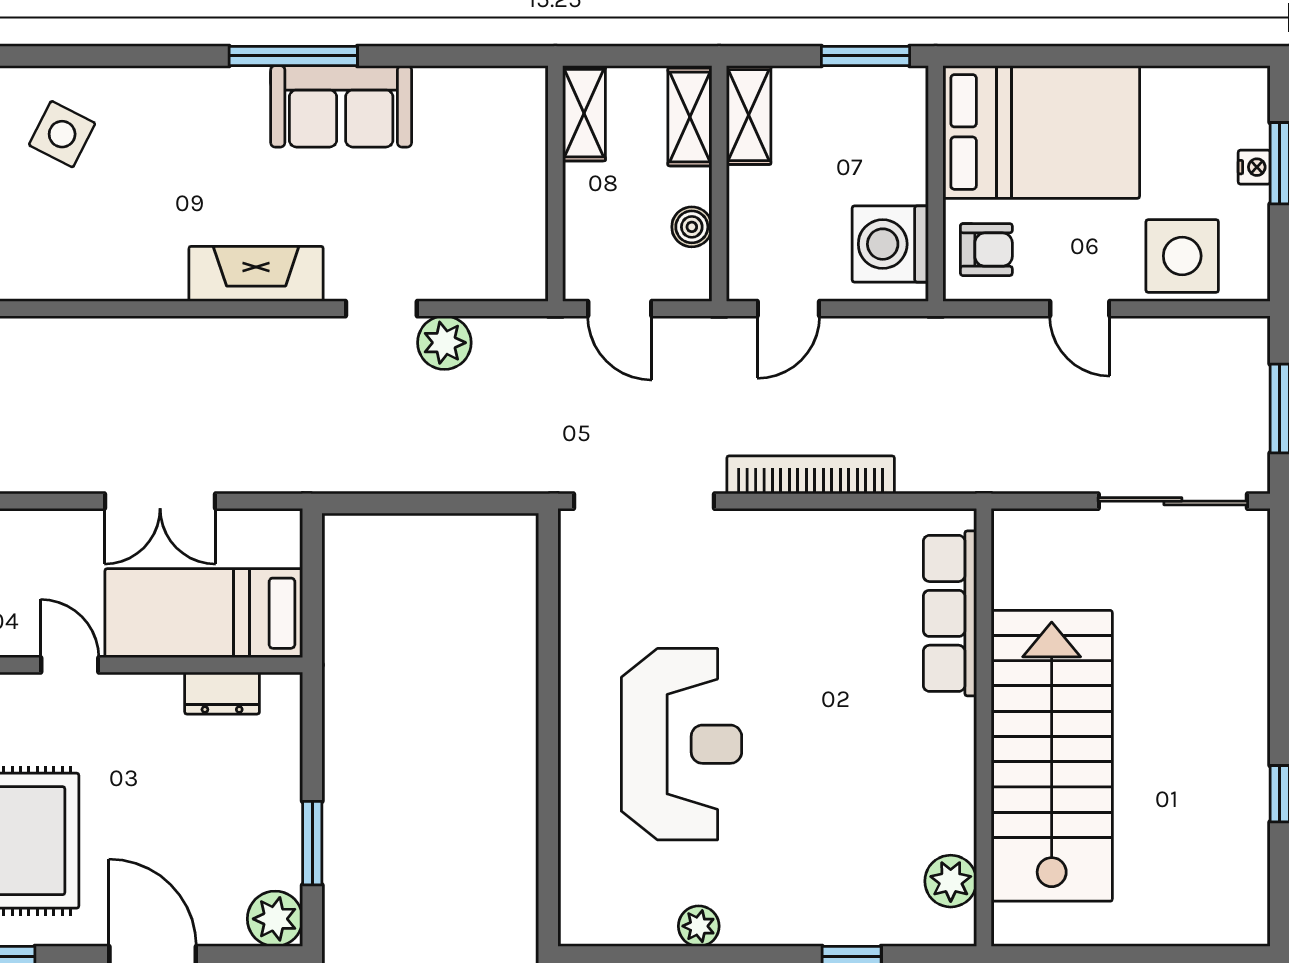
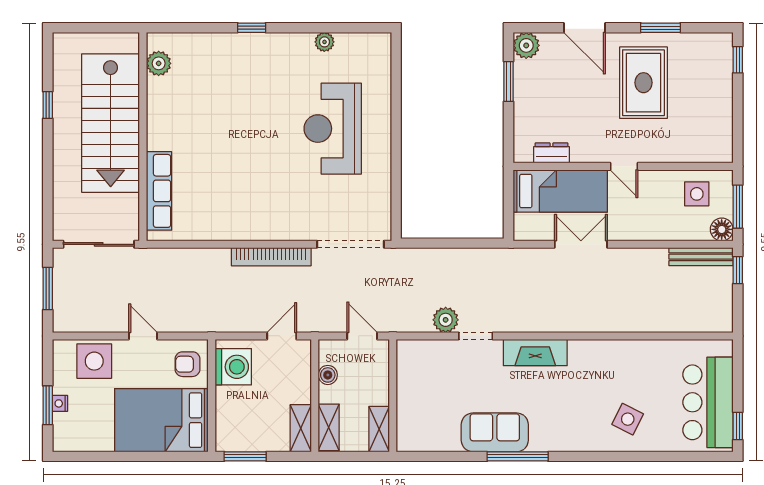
row of seats: (950, 613) -> (159, 191), moved
wall: (984, 727) -> (143, 137), moved
stairs: (1052, 756) -> (111, 123), moved
plant: (951, 881) -> (159, 63), moved

